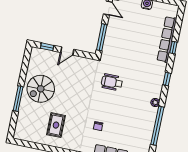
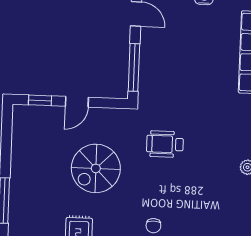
spiral stairs: (41, 89) -> (96, 168), moved

